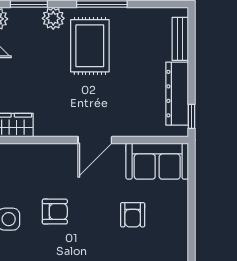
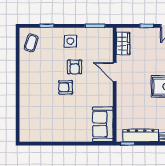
door: (95, 140) -> (115, 72), moved
armchair: (133, 215) -> (66, 87), moved

